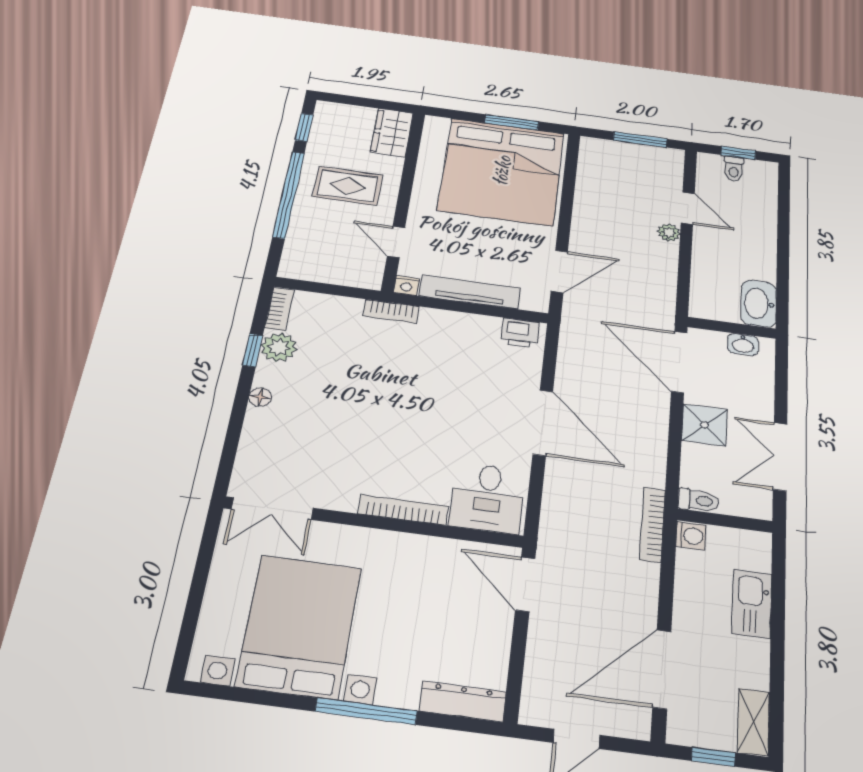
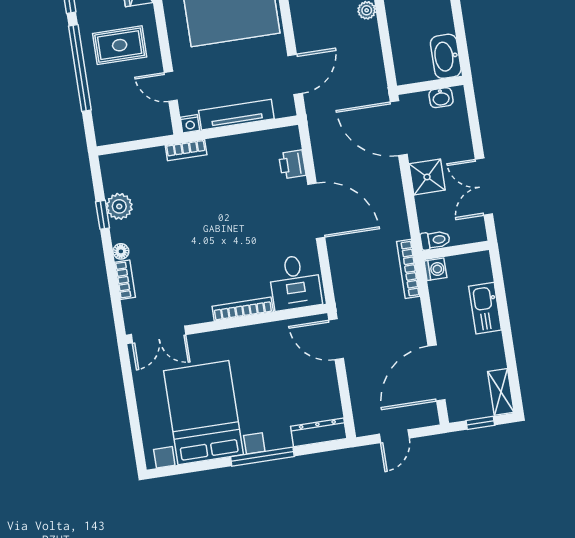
bookcase: (279, 309) -> (125, 280), moved
printer: (520, 333) -> (292, 164), moved, turned 90

